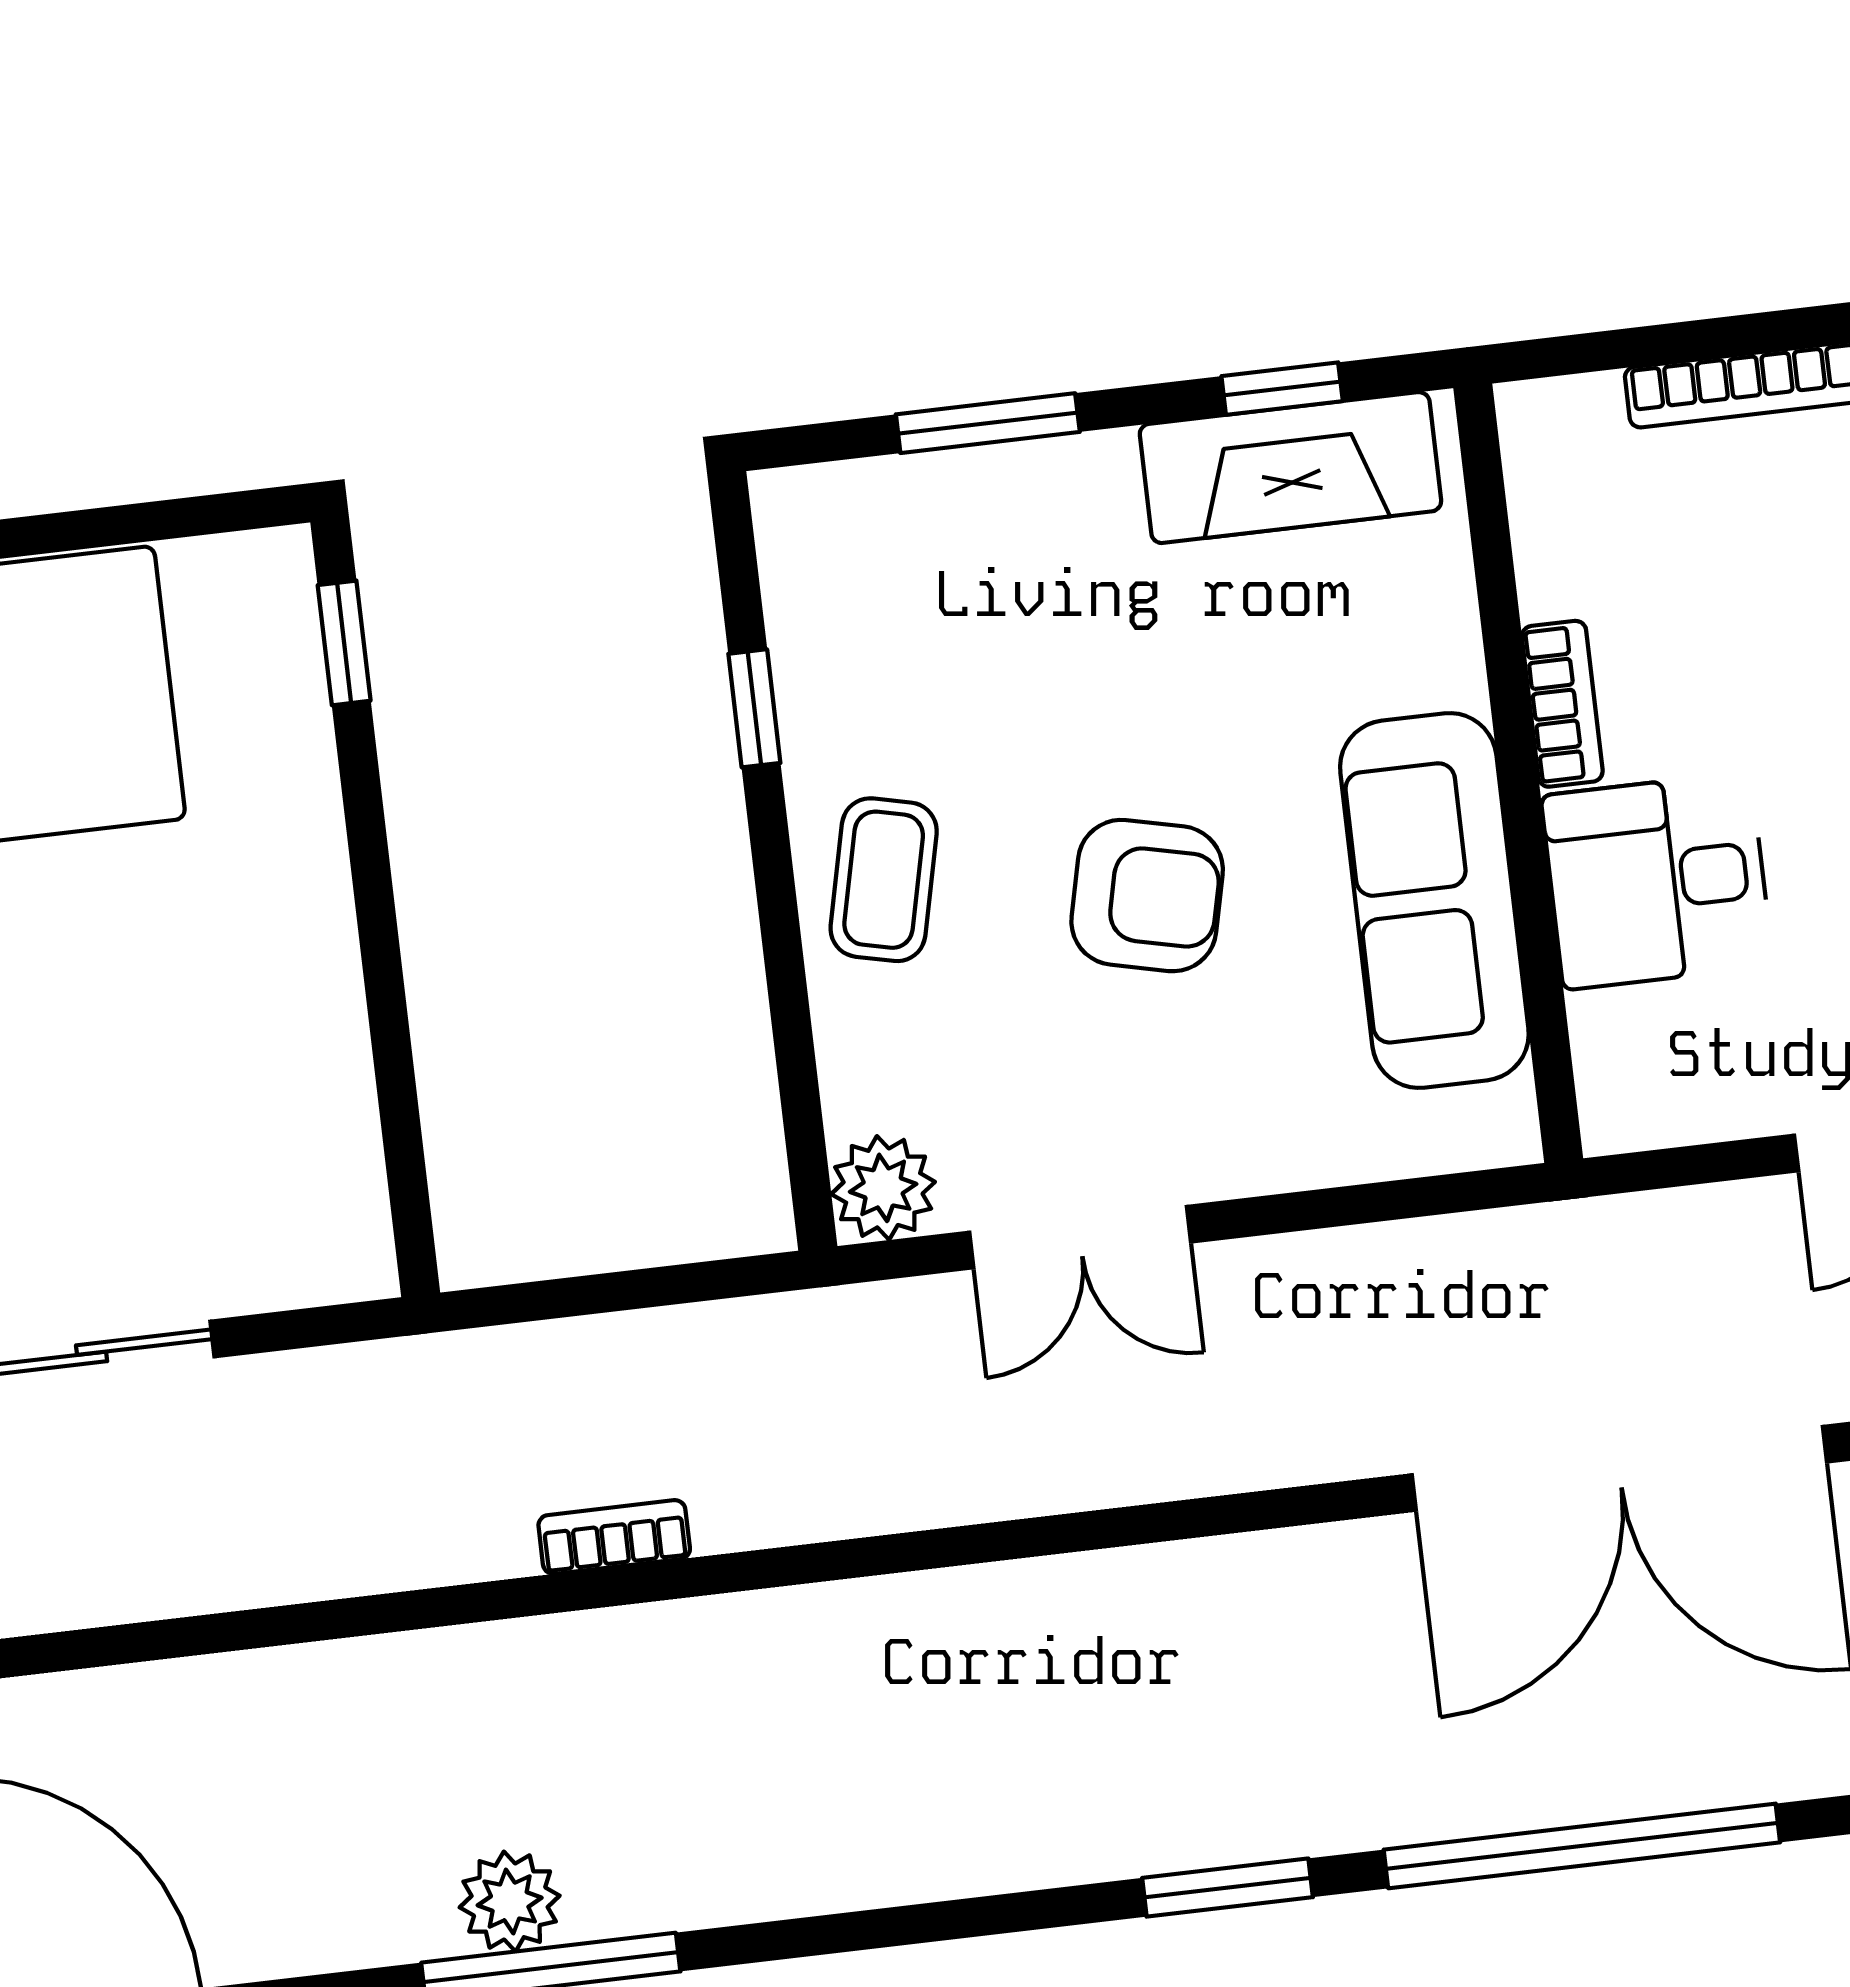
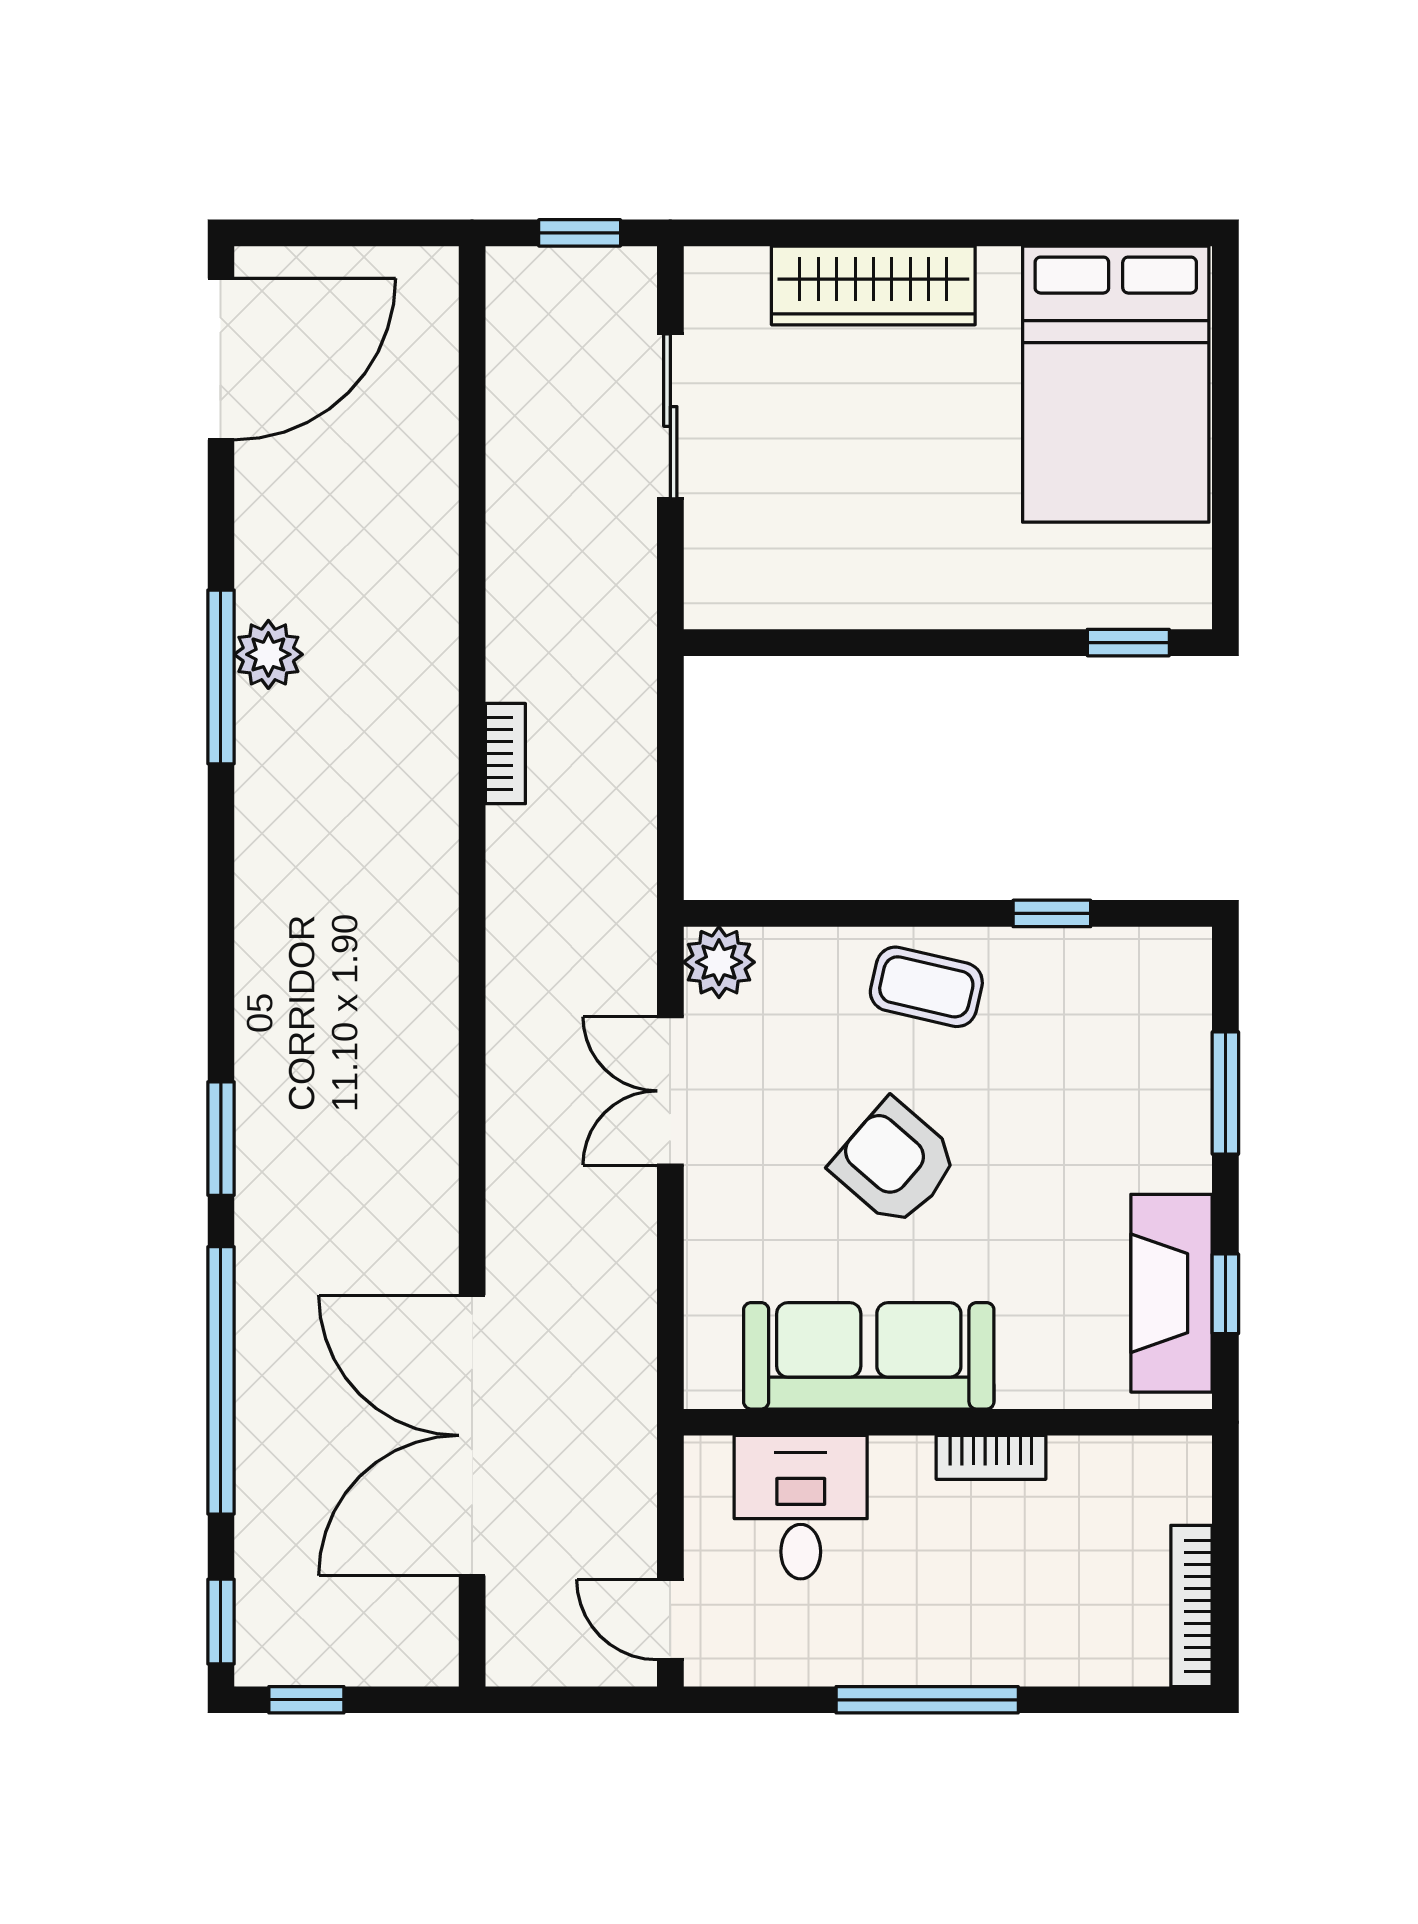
desk: (1657, 881) -> (801, 1507), moved
armchair: (1147, 896) -> (895, 1163), turned 118

